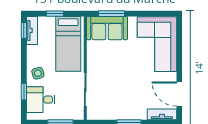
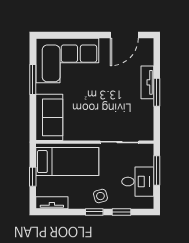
window: (112, 14) -> (33, 79), moved
window: (24, 30) -> (94, 212), moved
desk: (41, 100) -> (138, 182), moved, turned -90
tv unit: (162, 114) -> (147, 82), moved

